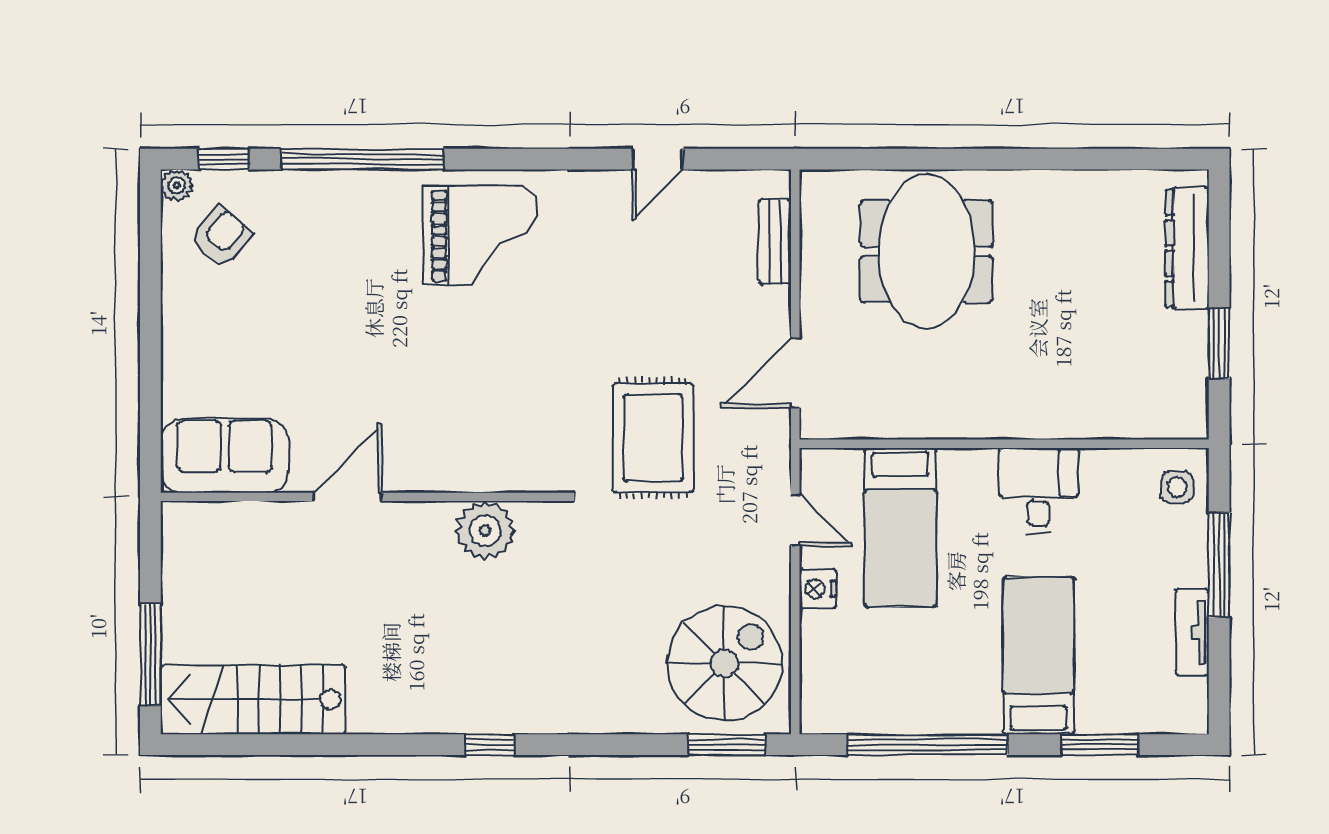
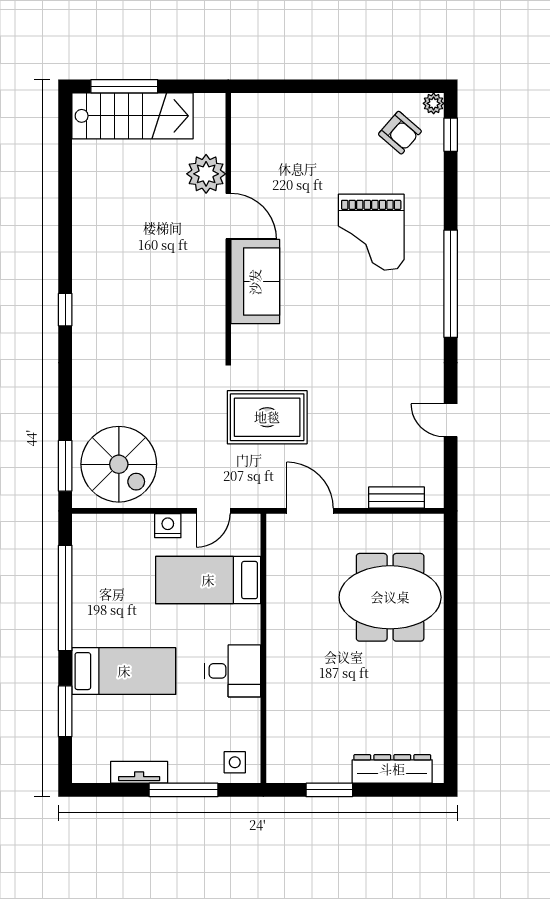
window: (363, 159) -> (451, 284), moved
grand piano: (481, 236) -> (371, 232), moved
sofa: (225, 456) -> (255, 282), moved
plant: (485, 531) -> (206, 174), moved
stairs: (253, 700) -> (133, 116), moved, turned 90

